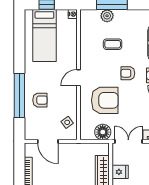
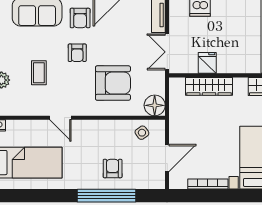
door: (78, 78) -> (60, 118), moved
armchair: (105, 100) -> (113, 83), turned 90
floor lamp: (103, 132) -> (155, 105), moved

